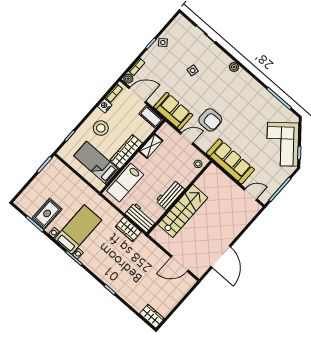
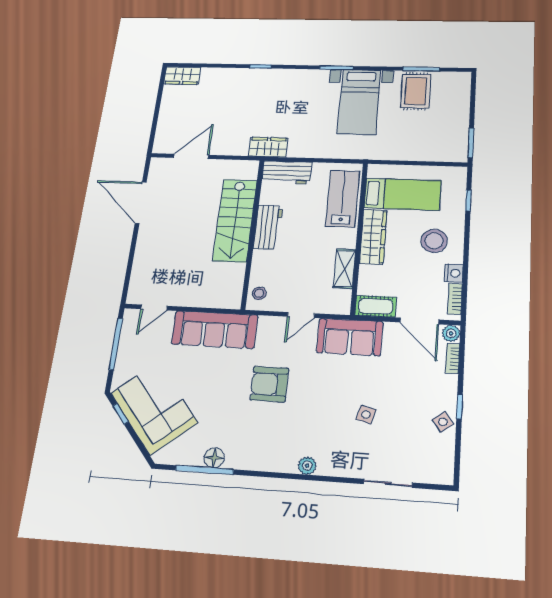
door: (137, 95) -> (419, 321), hinge flipped
floor lamp: (271, 101) -> (214, 458), added
armchair: (210, 120) -> (269, 384), moved
wardrobe: (128, 229) -> (268, 147), moved

